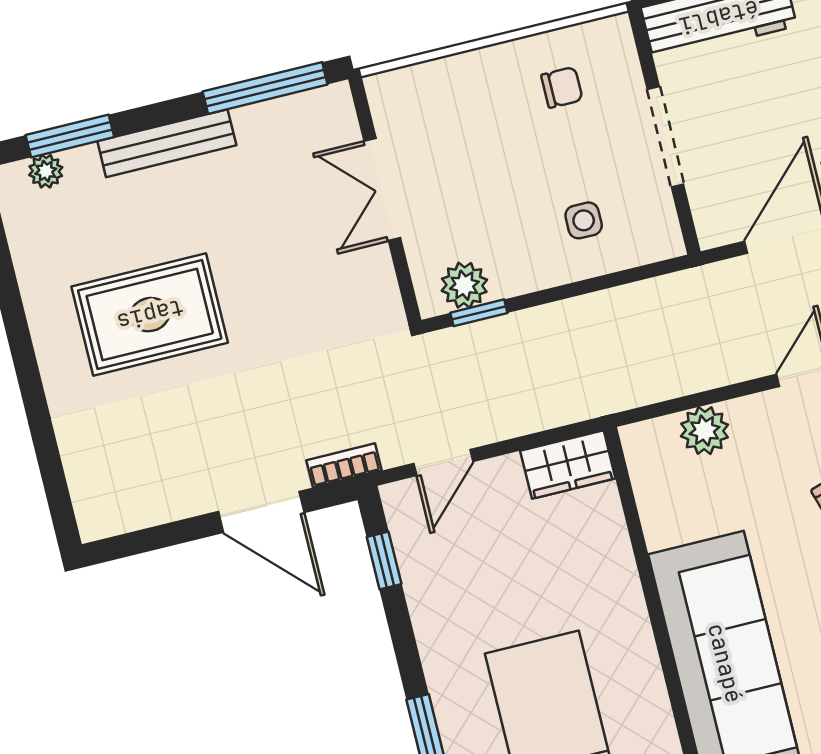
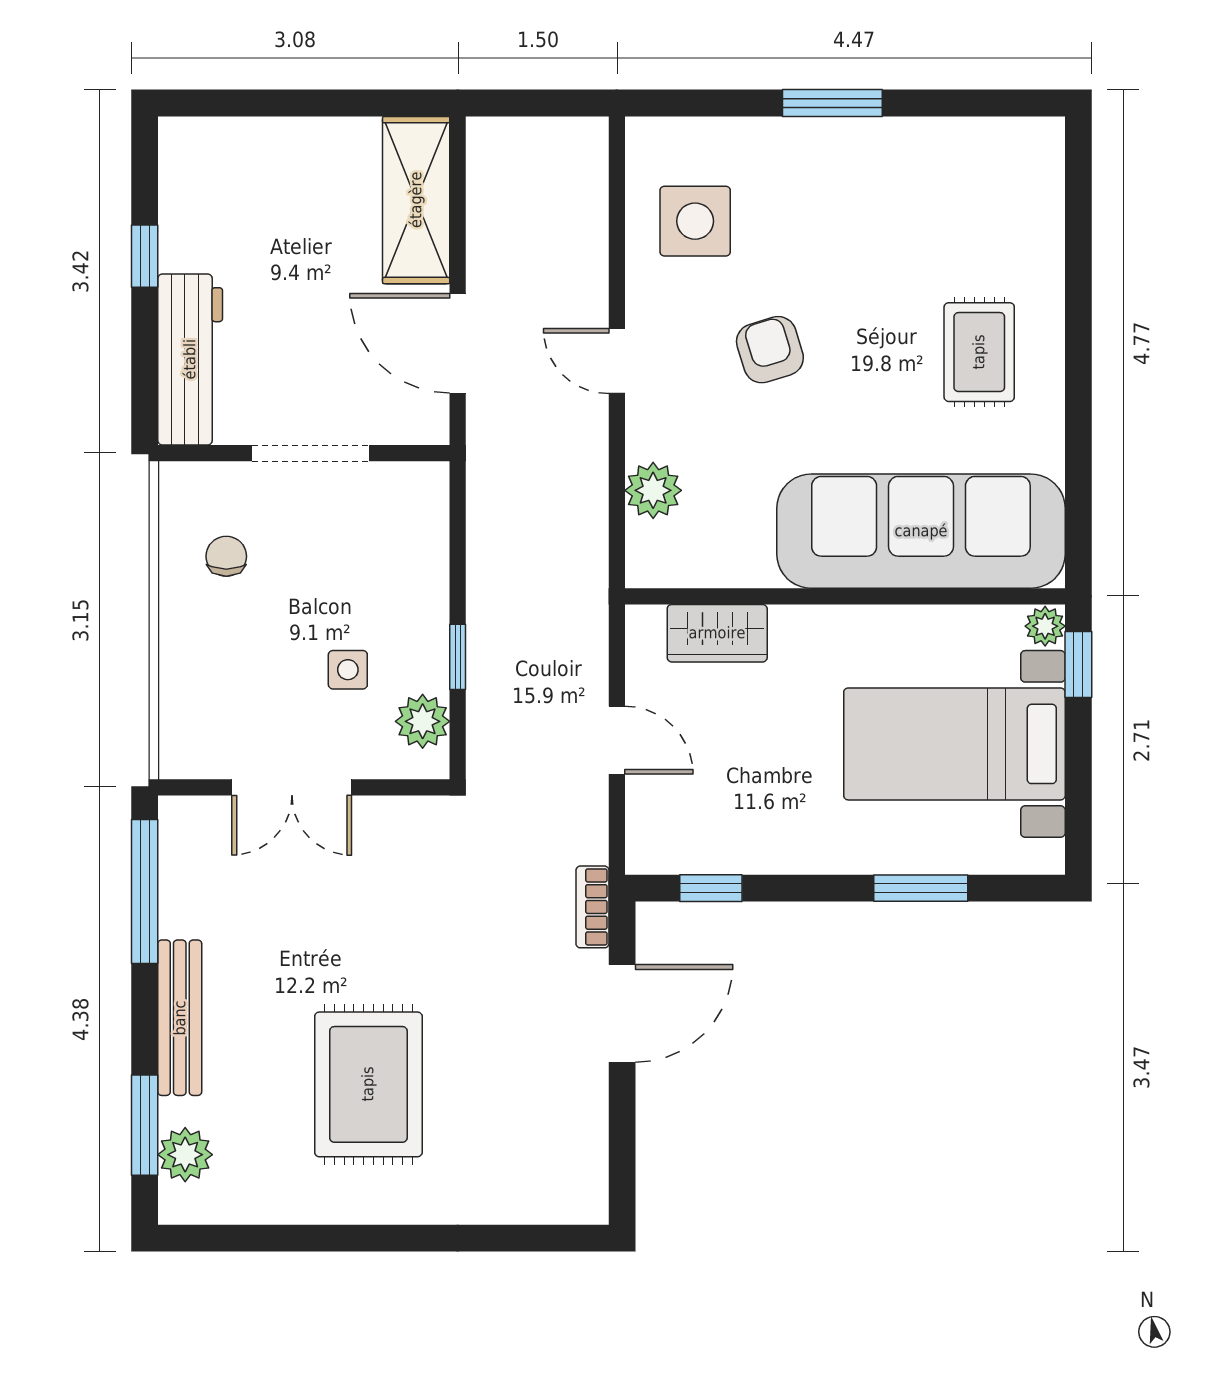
plant: (46, 171) -> (185, 1155), width x1.38, depth x1.38
side table: (584, 220) -> (348, 670), moved
window: (479, 313) -> (458, 657), moved
door: (443, 463) -> (617, 740), moved
wardrobe: (568, 465) -> (717, 633), moved, turned 90

